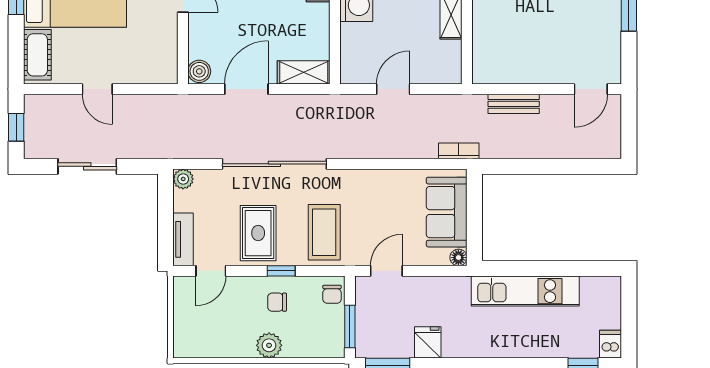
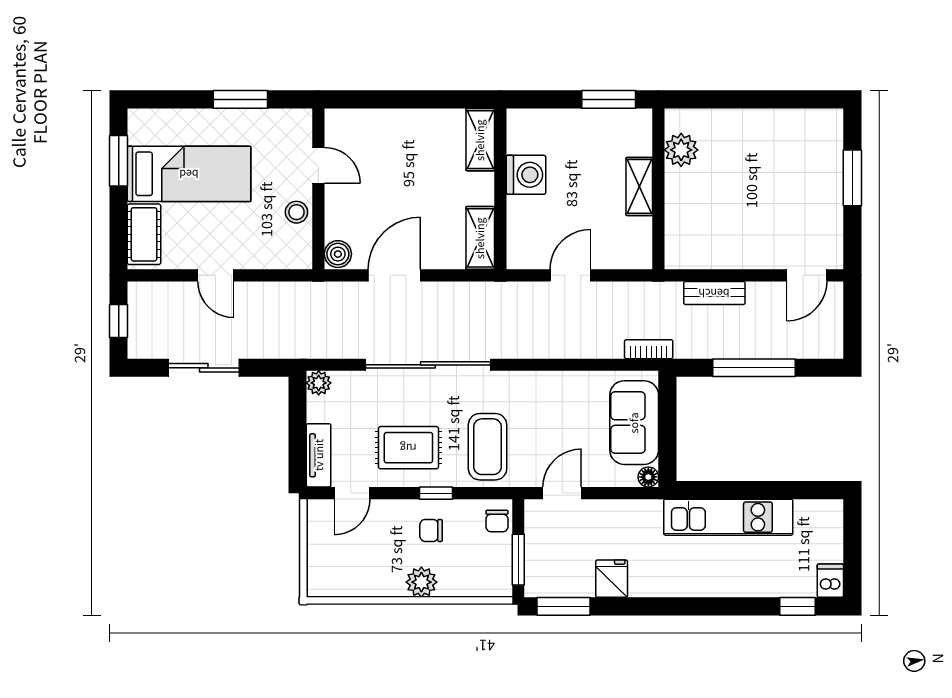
stool: (165, 36) -> (296, 212), added
shelving: (304, 72) -> (480, 238), moved, turned 90
window: (547, 166) -> (754, 368), added
rug: (258, 233) -> (408, 448), turned 90

